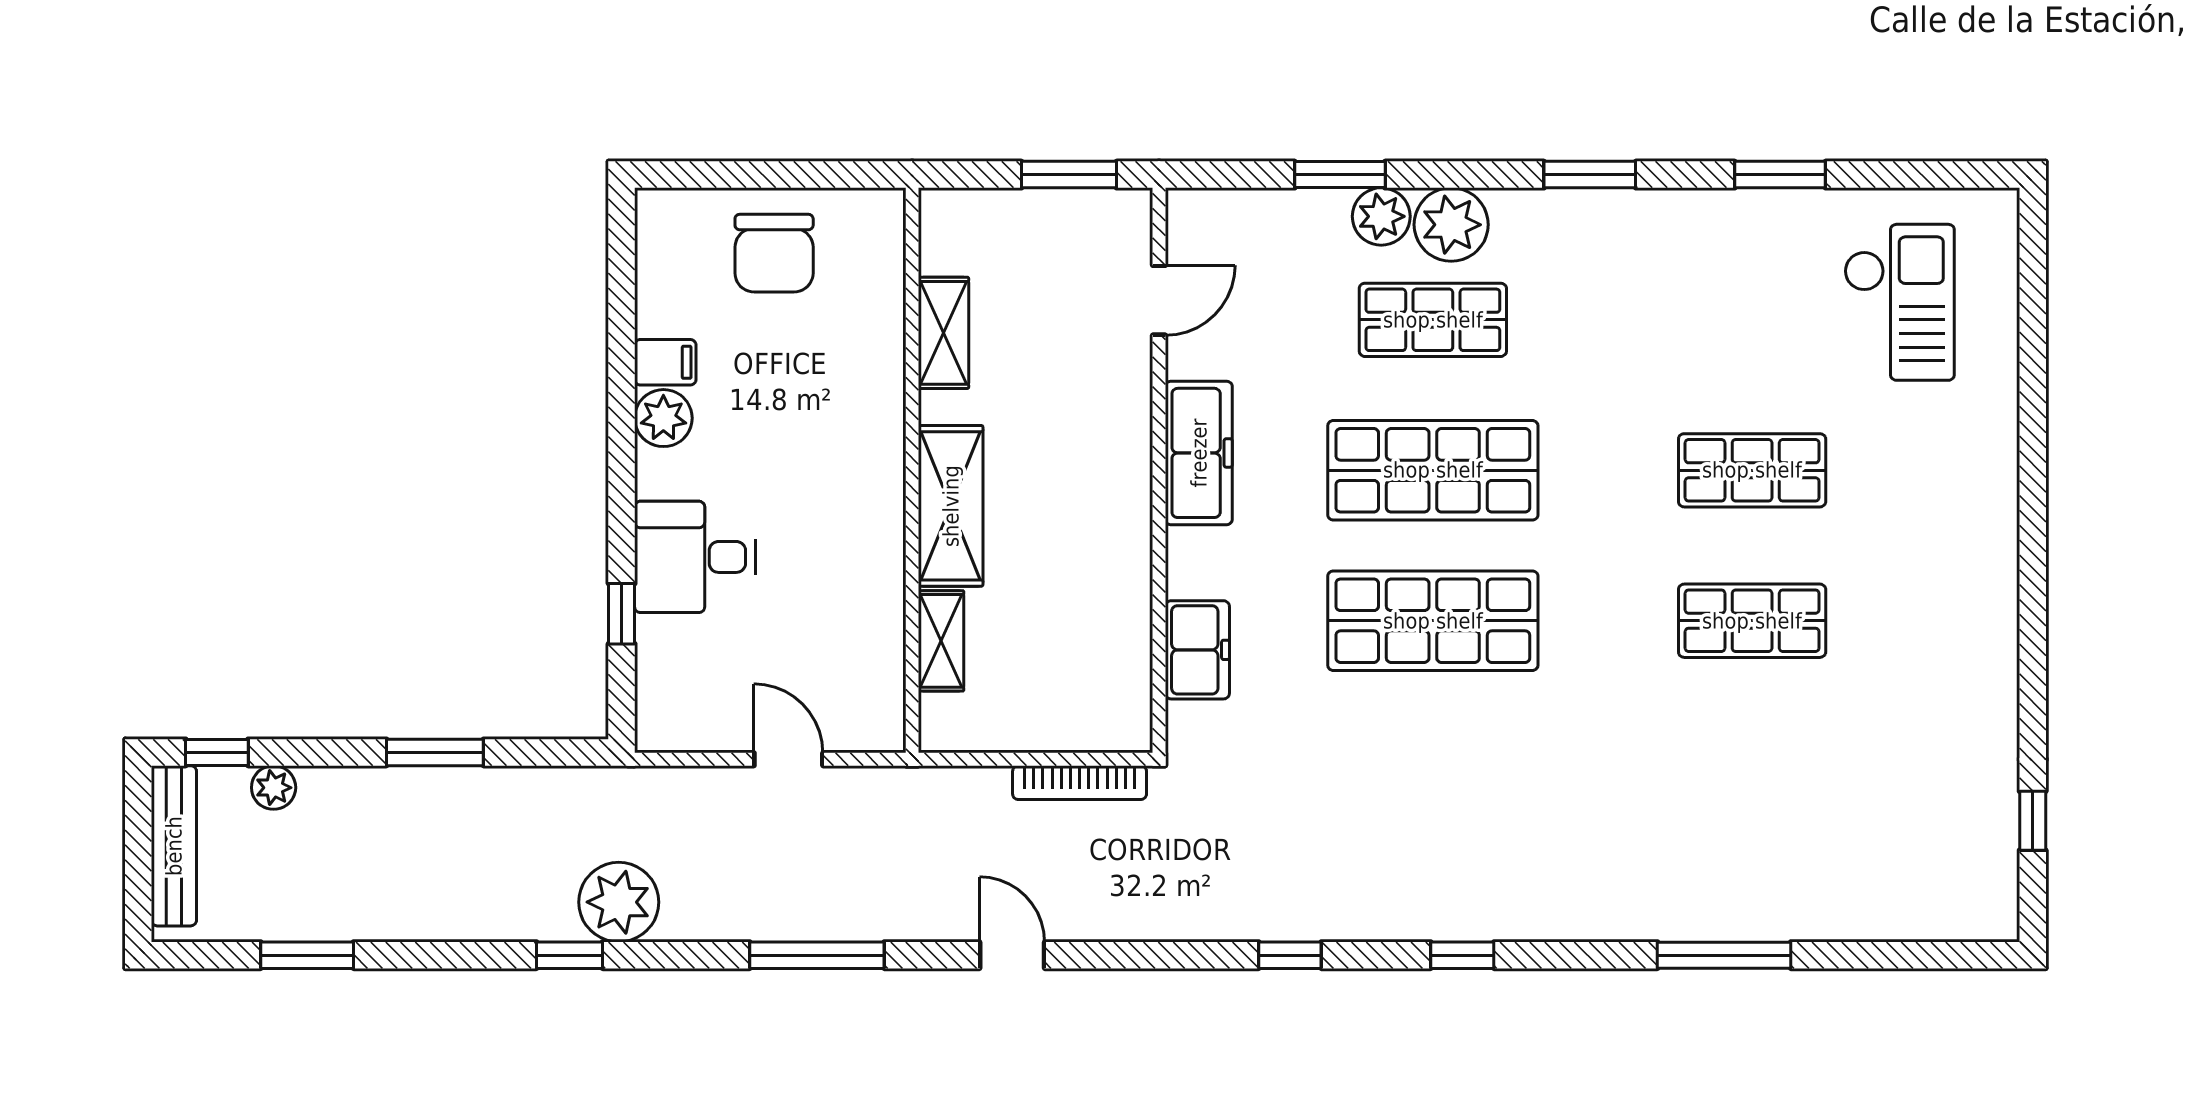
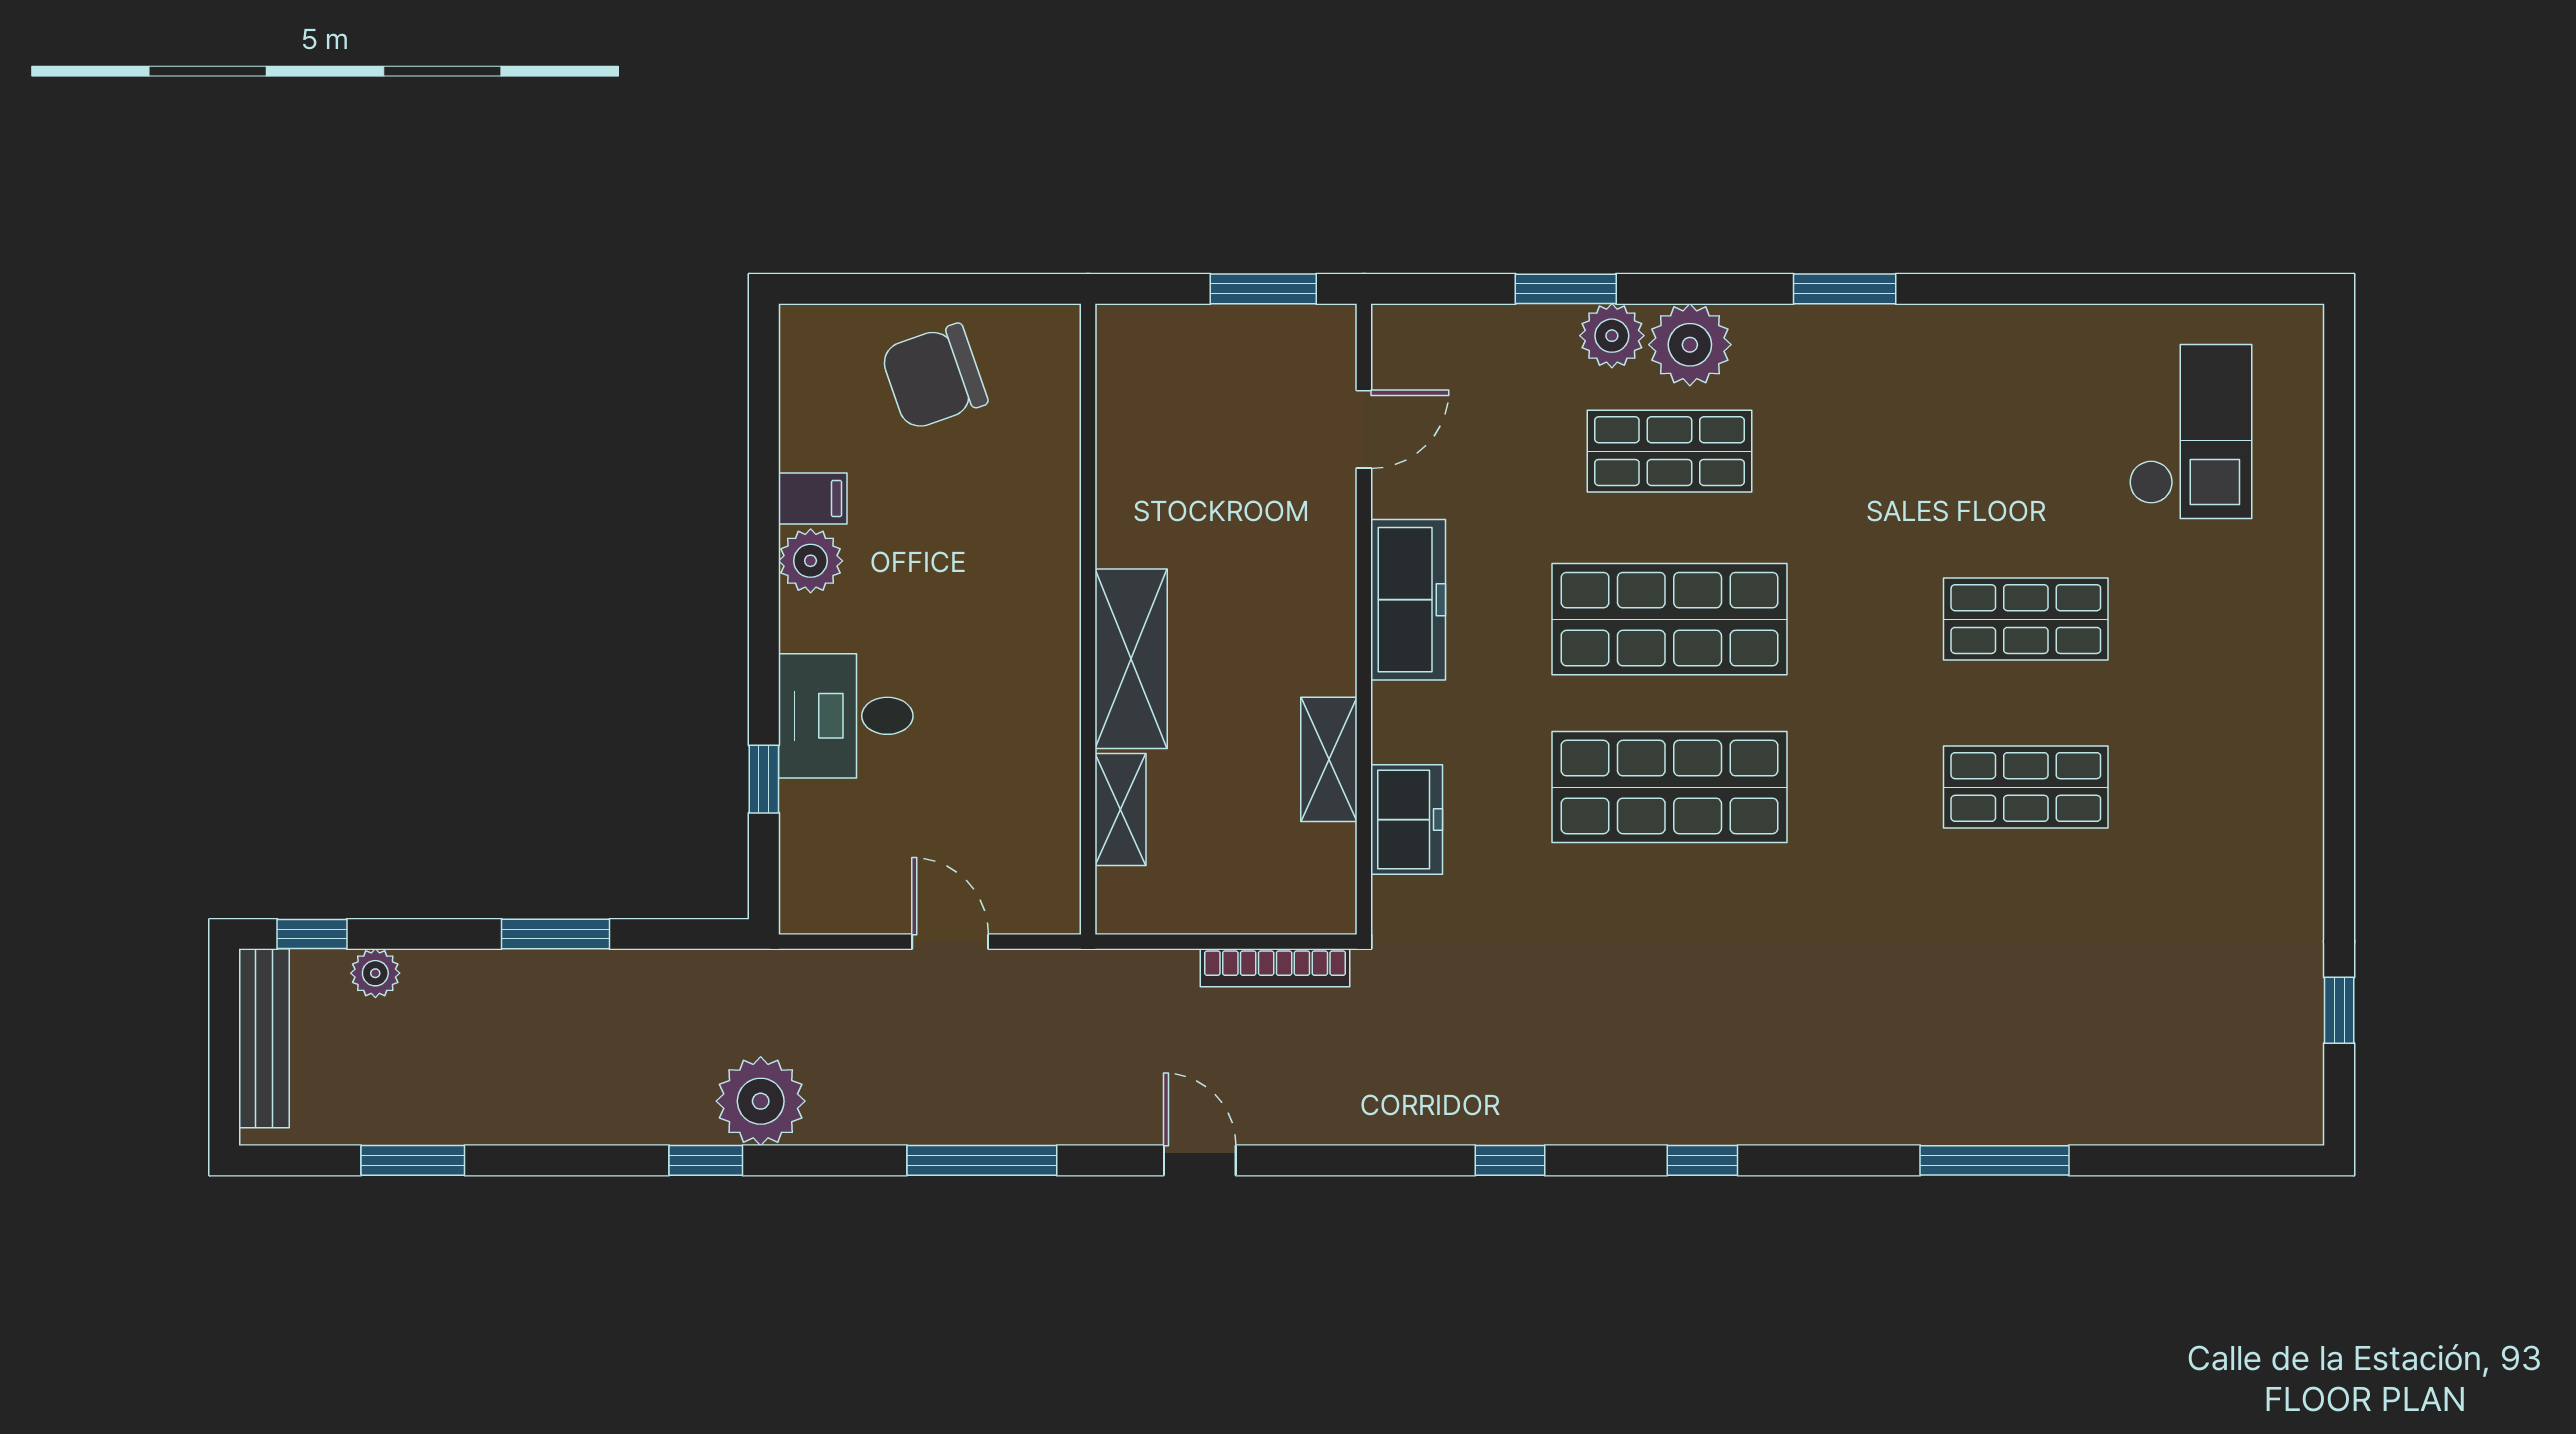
window: (1780, 175) -> (2057, 289), removed
chair: (774, 253) -> (934, 377), turned 71
shelving: (943, 333) -> (1329, 759), moved

